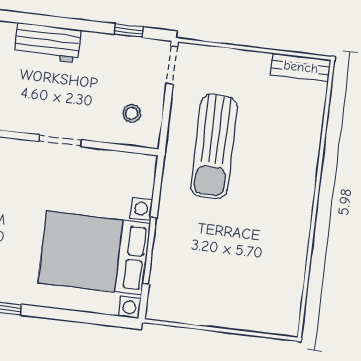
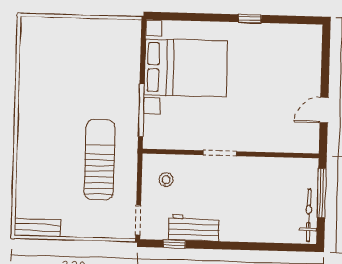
workbench: (47, 43) -> (194, 228), moved
window: (150, 250) -> (141, 110), moved

